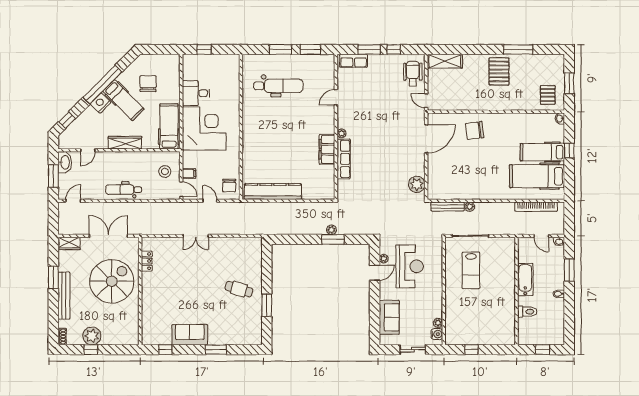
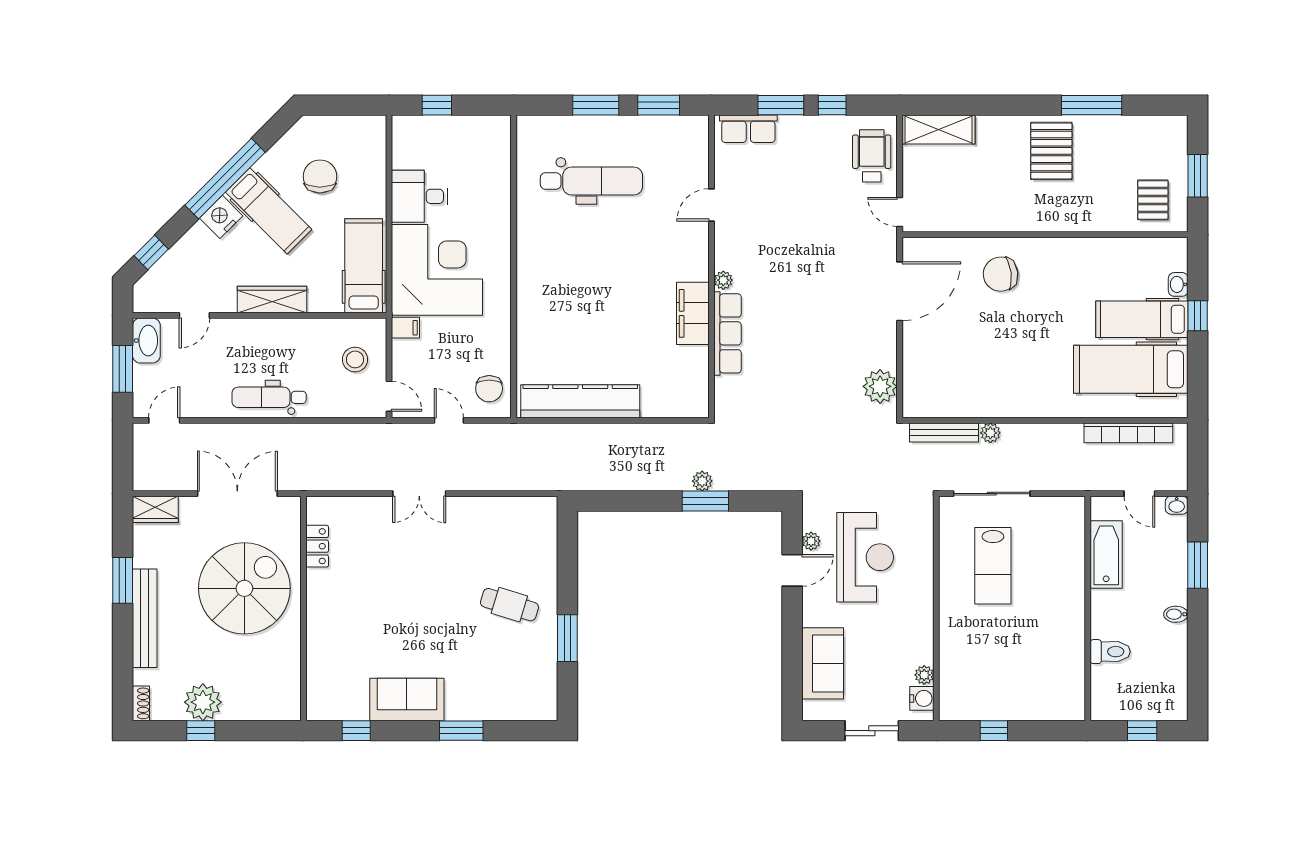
washbasin: (560, 119) -> (1178, 284), moved
filing cabinet: (189, 173) -> (405, 328), moved
bathtub: (525, 279) -> (1106, 554), moved

